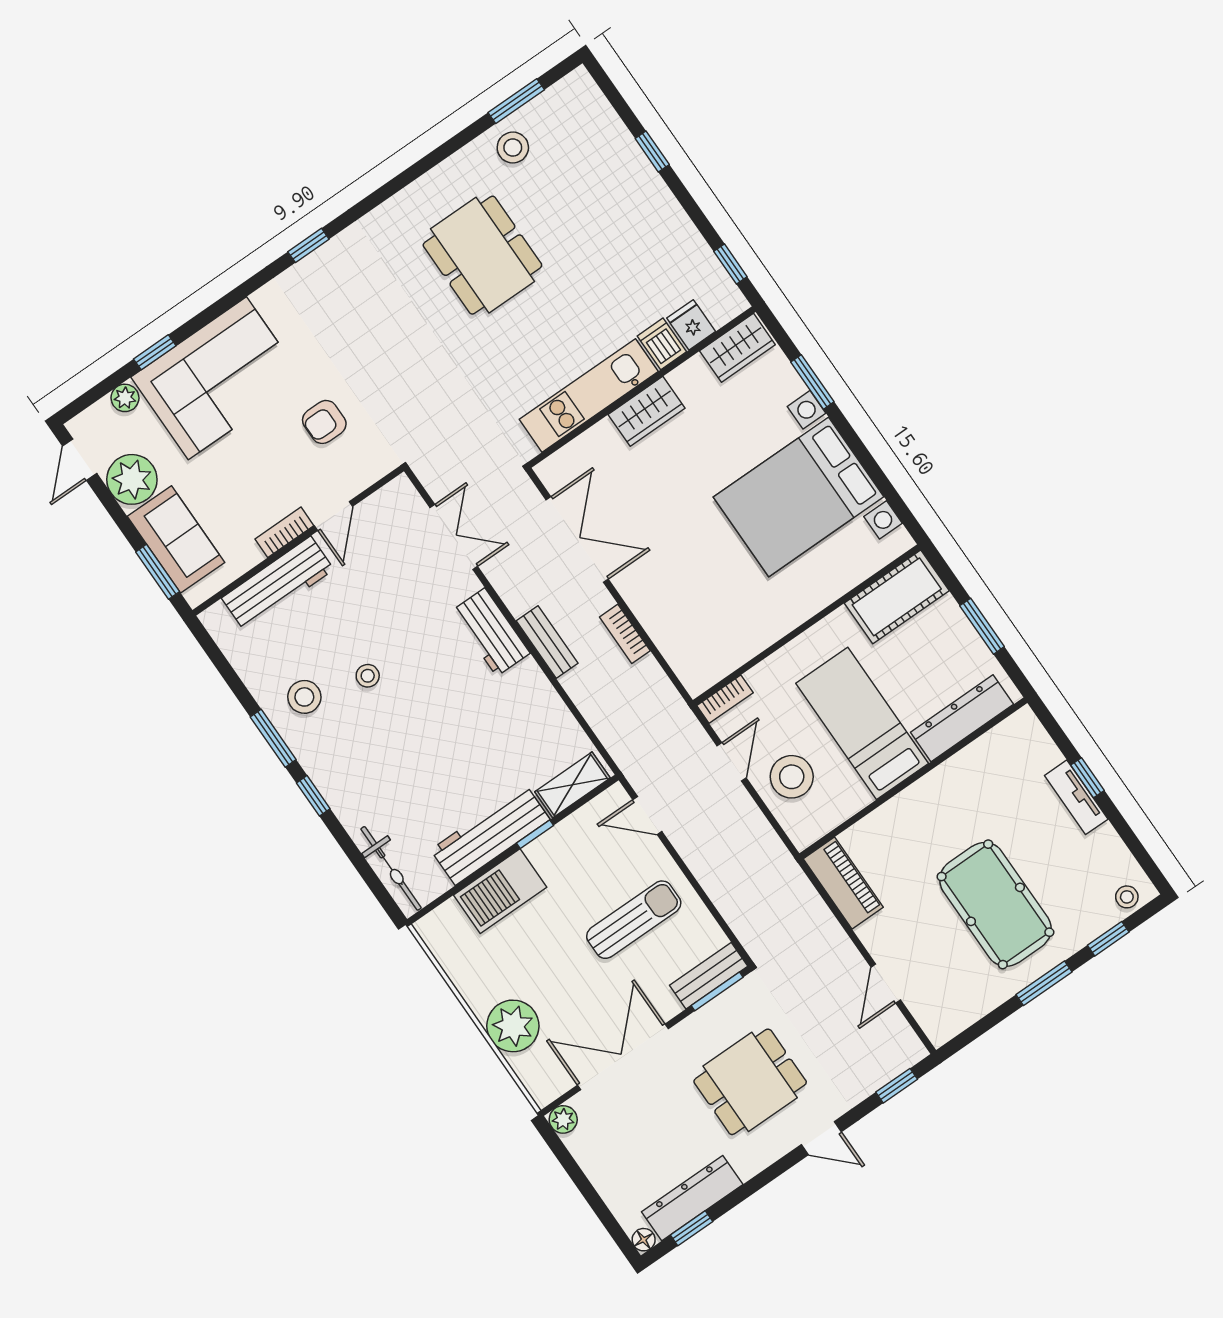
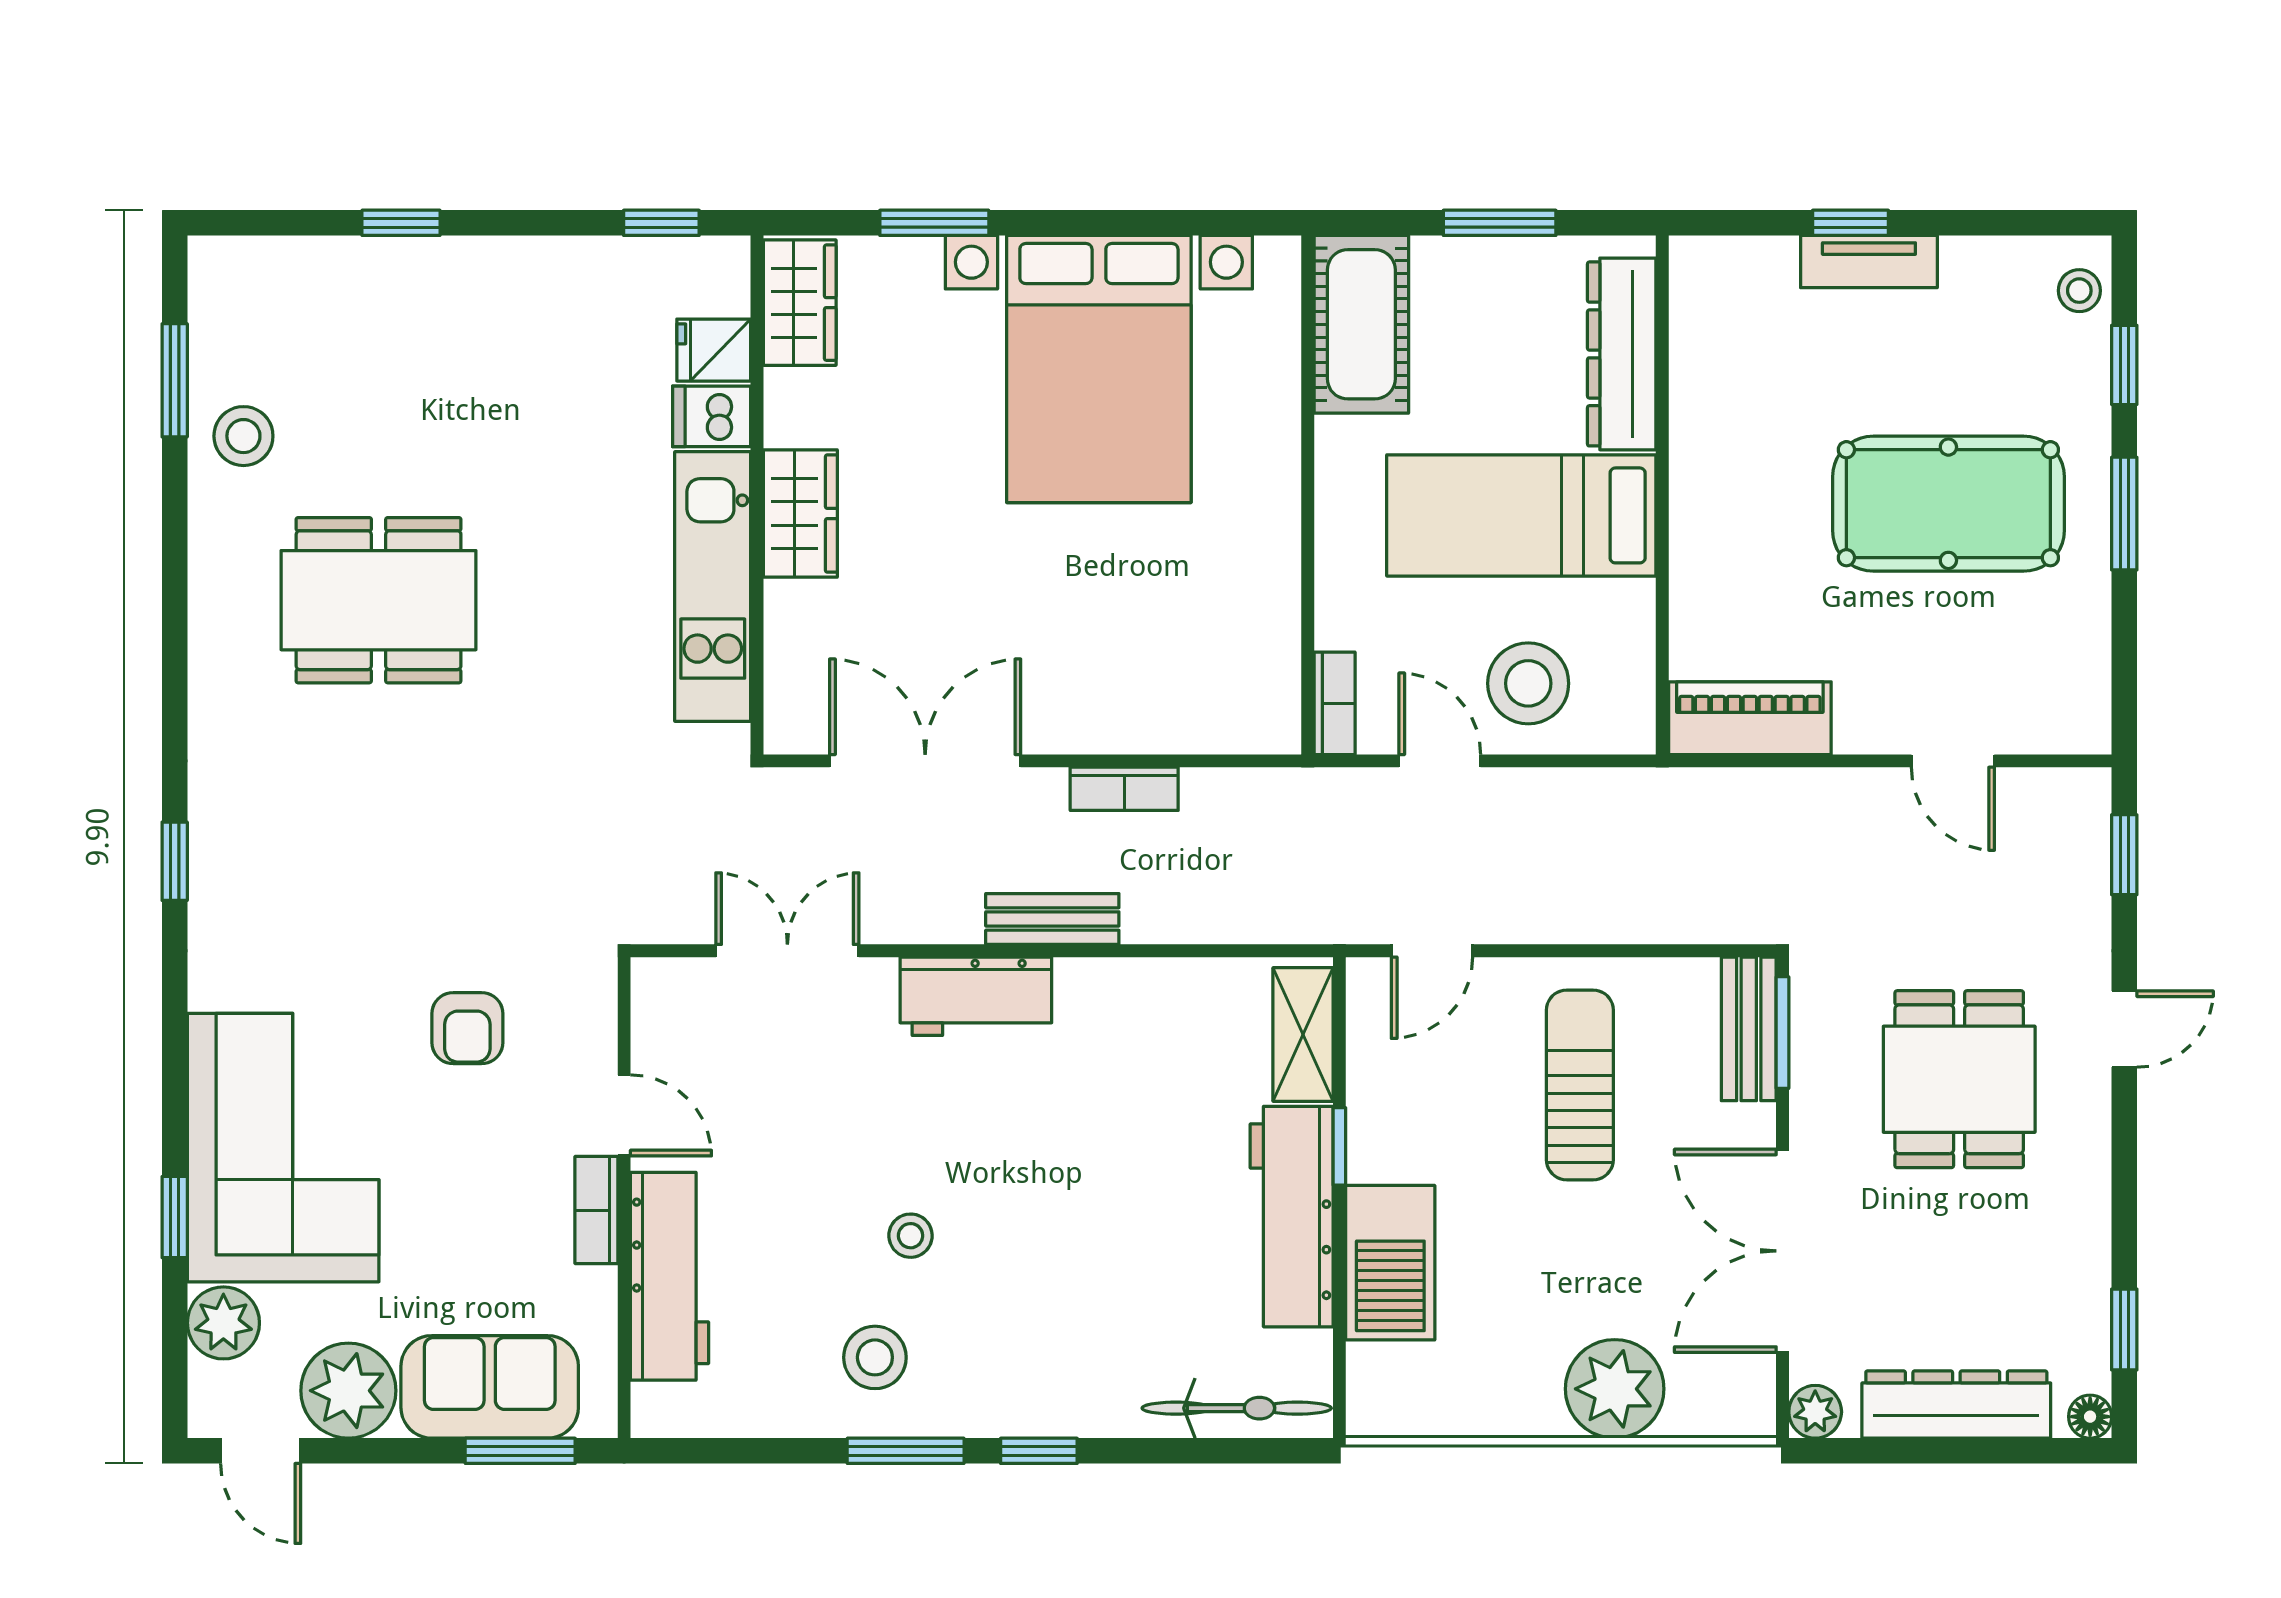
plant: (125, 398) -> (223, 1323), width x1.38, depth x1.38
dresser: (692, 1198) -> (1956, 1404), moved, turned 90

